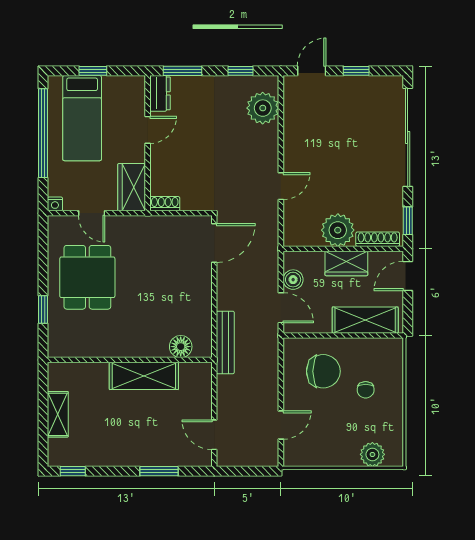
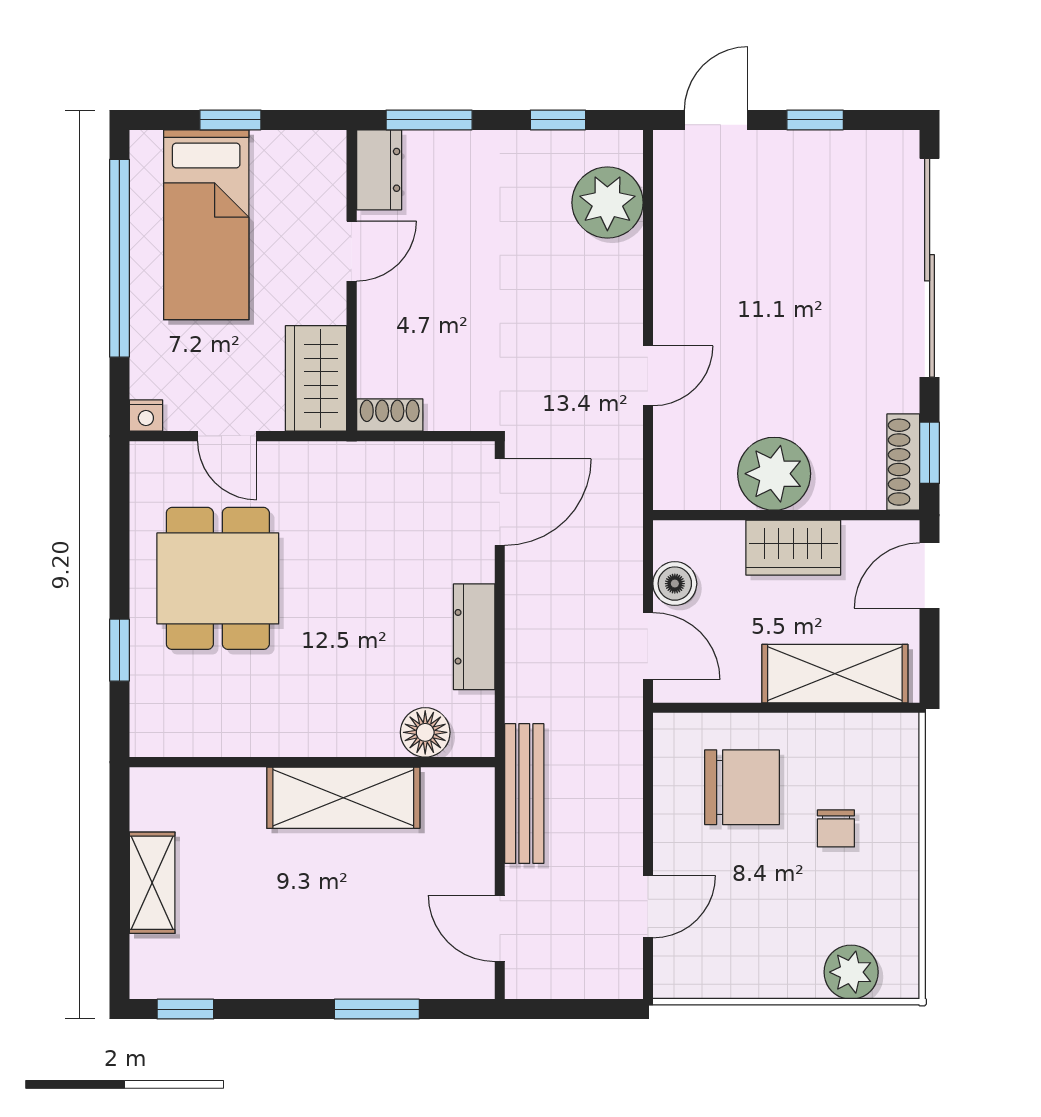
shoe rack: (378, 239) -> (903, 462), moved, turned -90
dresser: (203, 304) -> (474, 637), added
bench: (225, 342) -> (524, 794), moved

